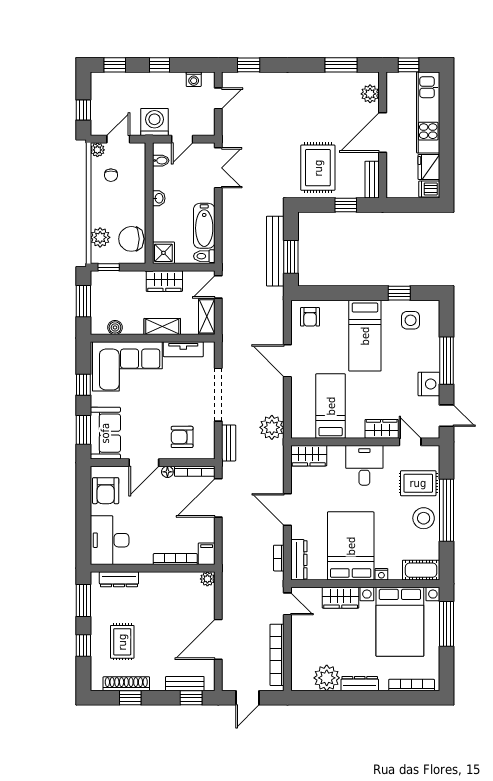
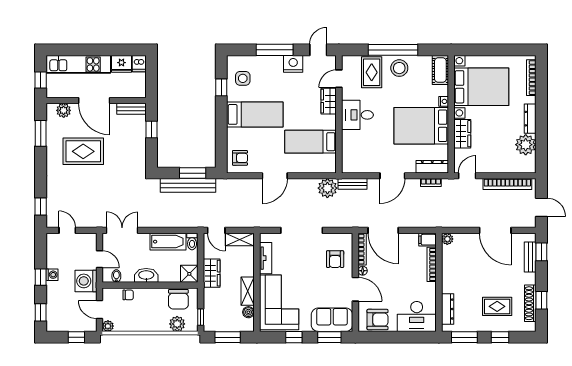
washing machine: (194, 79) -> (52, 275), moved
rug: (318, 168) -> (83, 151), moved
chair: (111, 175) -> (128, 295), moved
washbasin: (159, 198) -> (146, 275), width x1.91, depth x1.45
shelving: (162, 327) -> (248, 291), moved
bench: (229, 443) -> (353, 184), moved
wardrobe: (309, 456) -> (350, 159), removed
window: (447, 624) -> (483, 50), removed

